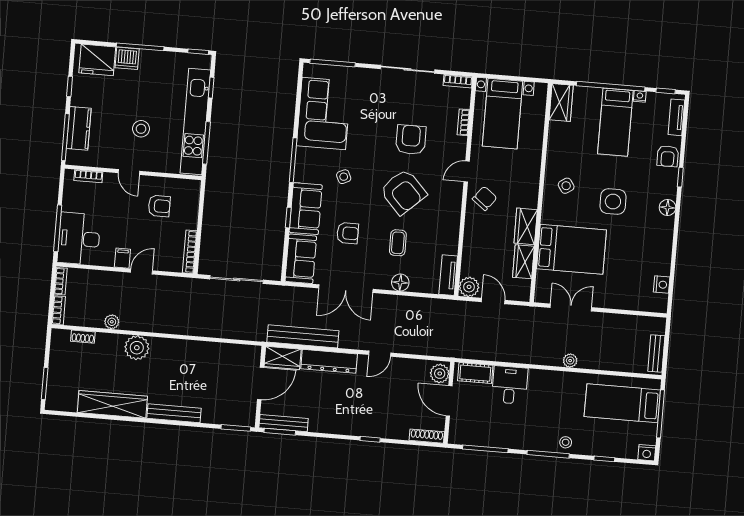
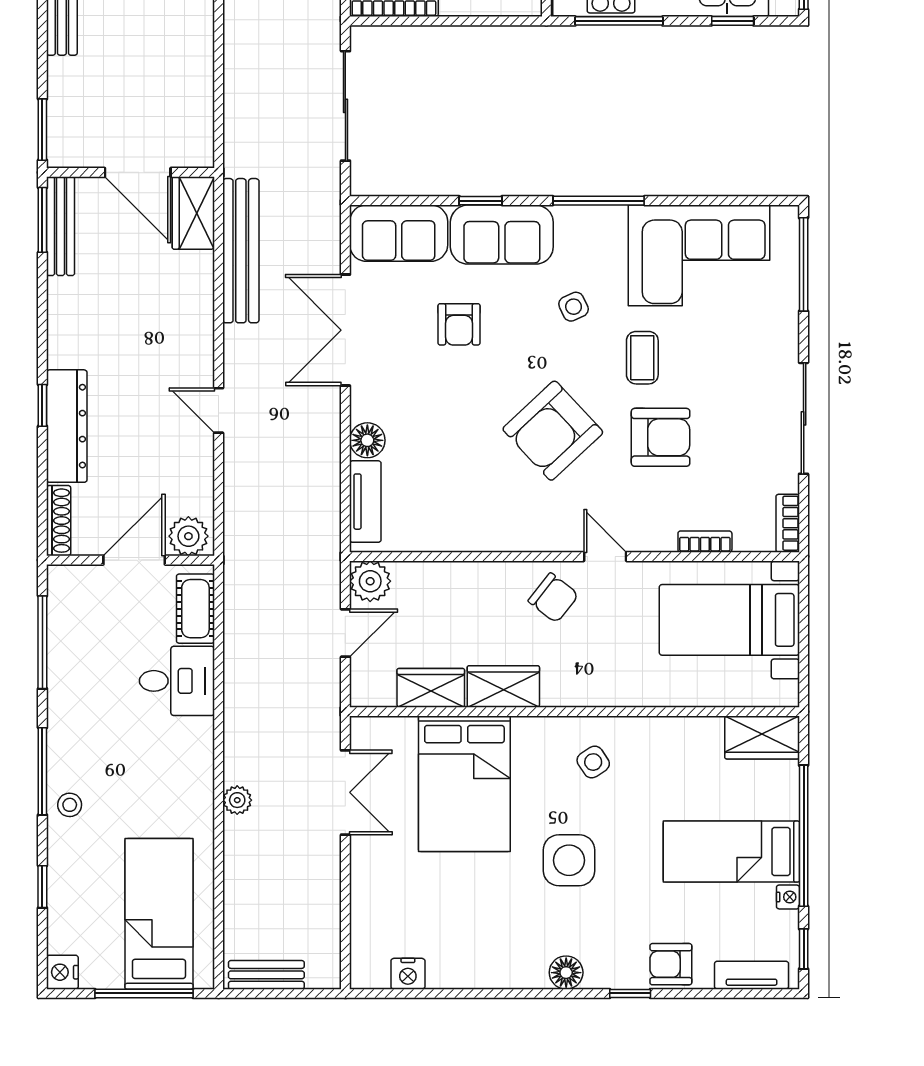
coffee table: (398, 243) -> (642, 358), moved, turned 90
tv unit: (448, 275) -> (365, 502), moved, turned 90
dresser: (329, 361) -> (67, 426), moved, turned 180

